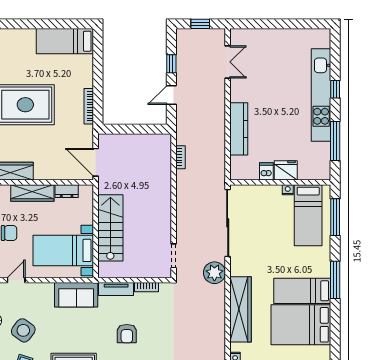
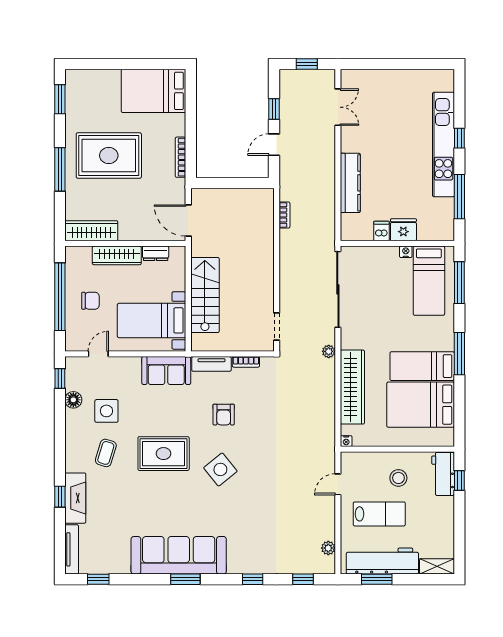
bed: (65, 41) -> (154, 91), width x1.50
plant: (214, 273) -> (329, 351), width x0.53, depth x0.53
side table: (23, 330) -> (106, 411), turned -36

